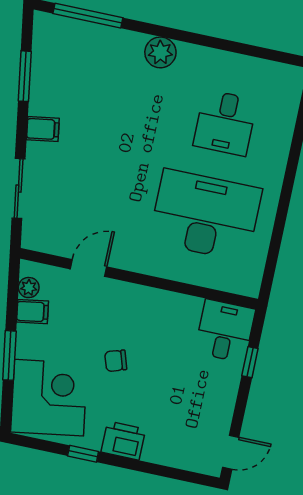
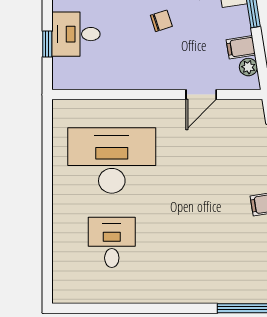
plant: (160, 52) -> (179, 290), removed
desk: (205, 215) -> (112, 160), turned 180
desk: (225, 331) -> (76, 34), moved, turned 90

